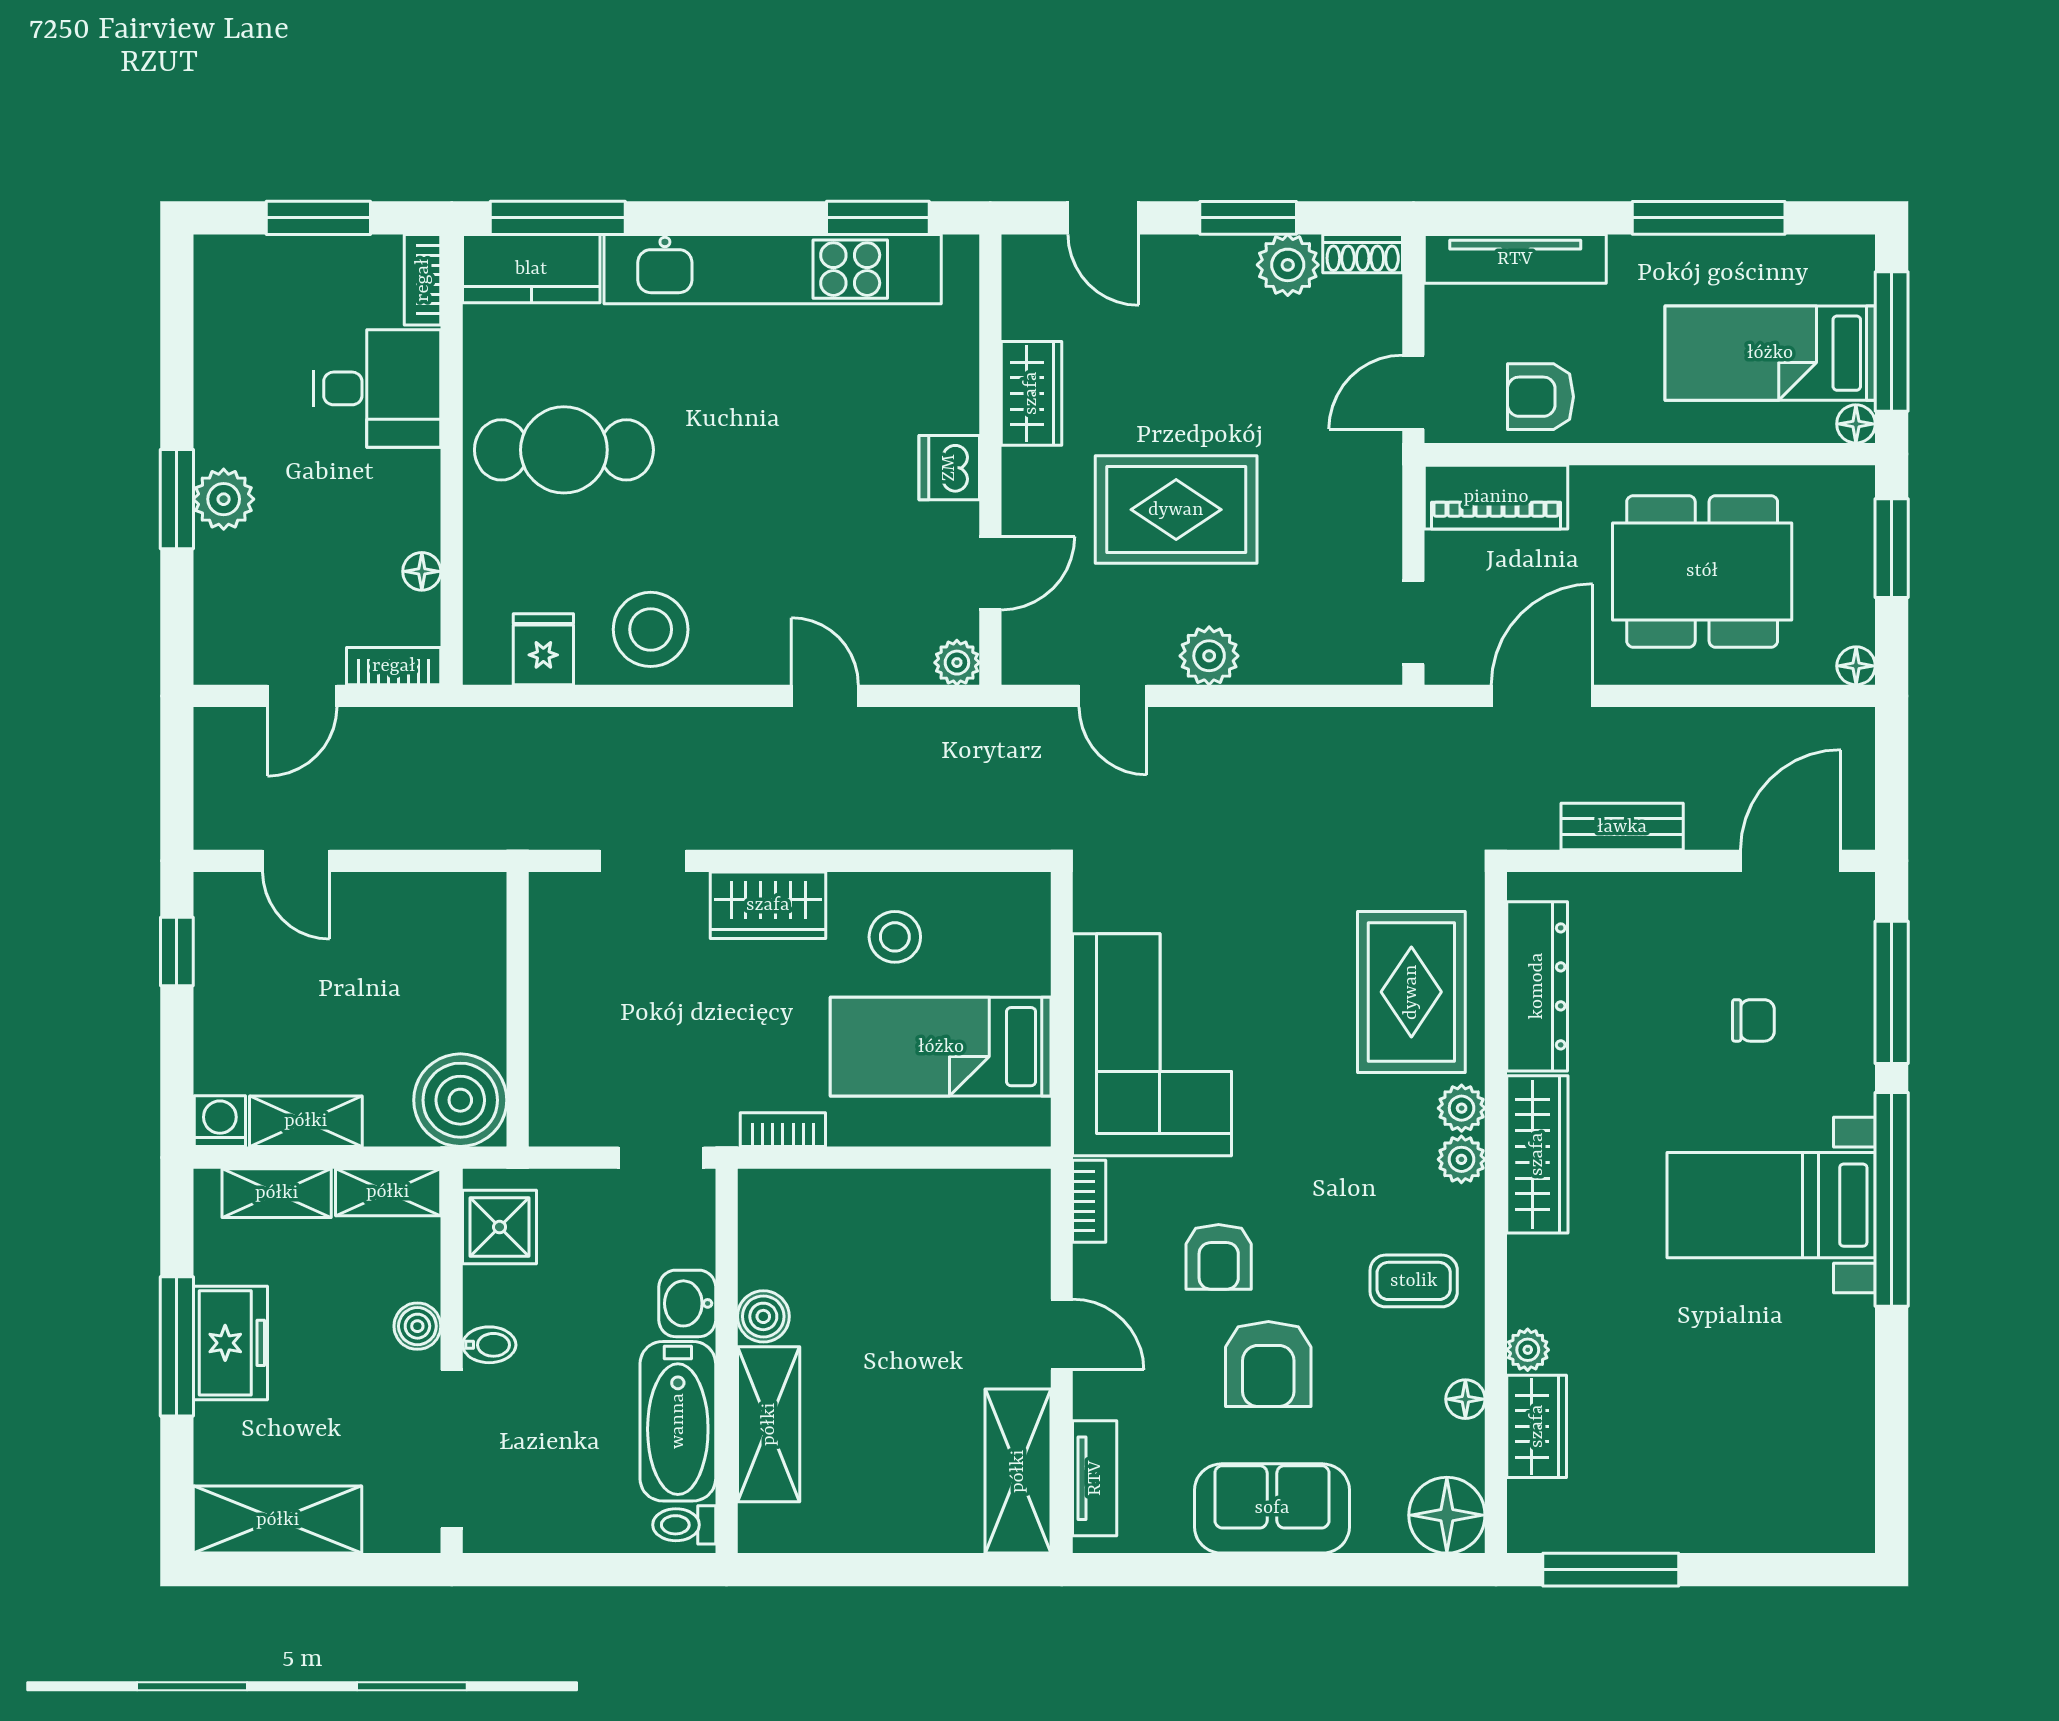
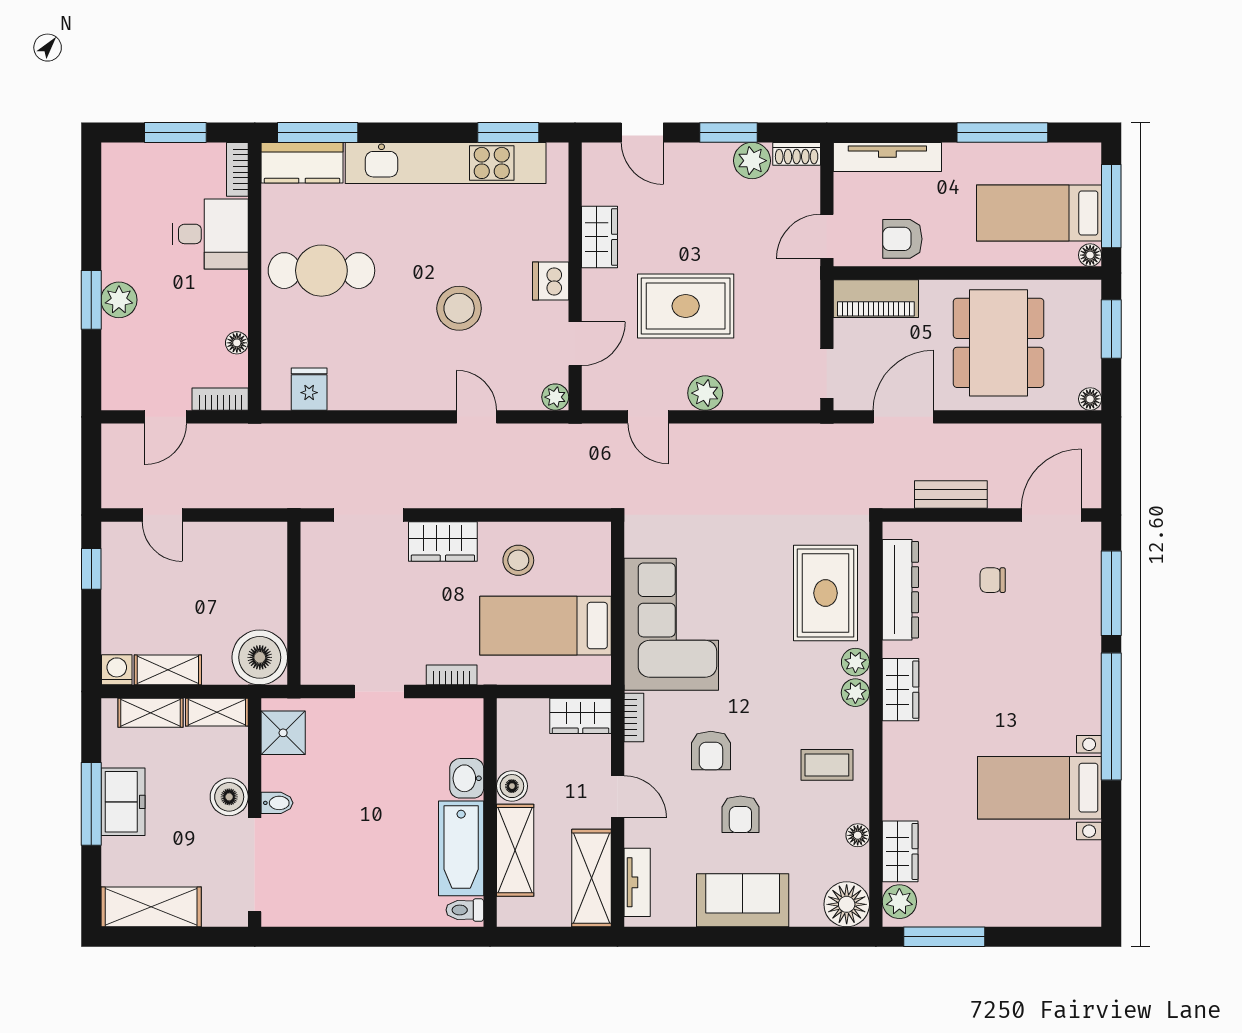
dining table: (1702, 571) -> (999, 343), turned 90
stool: (651, 629) -> (459, 308), moved
doorway: (643, 861) -> (368, 515), width x1.38
chair: (1753, 1020) -> (993, 580), moved, turned 180
wardrobe: (1537, 1154) -> (901, 690), width x0.67
wardrobe: (999, 1198) -> (580, 716), added
bed with nightstands: (1771, 1205) -> (1040, 788), moved
washbasin: (687, 1303) -> (467, 778), moved
boiler: (763, 1316) -> (512, 786), moved
boiler: (417, 1326) -> (229, 797), width x1.36, depth x1.36
plant: (1528, 1350) -> (899, 902), moved, width x1.38, depth x1.38
wall: (727, 1361) -> (490, 812), moved
armchair: (1268, 1364) -> (740, 814), width x0.72, depth x0.72
bathtub: (678, 1421) -> (461, 848), moved
shelving: (769, 1424) -> (515, 850), moved
toilet: (684, 1525) -> (465, 910), moved

